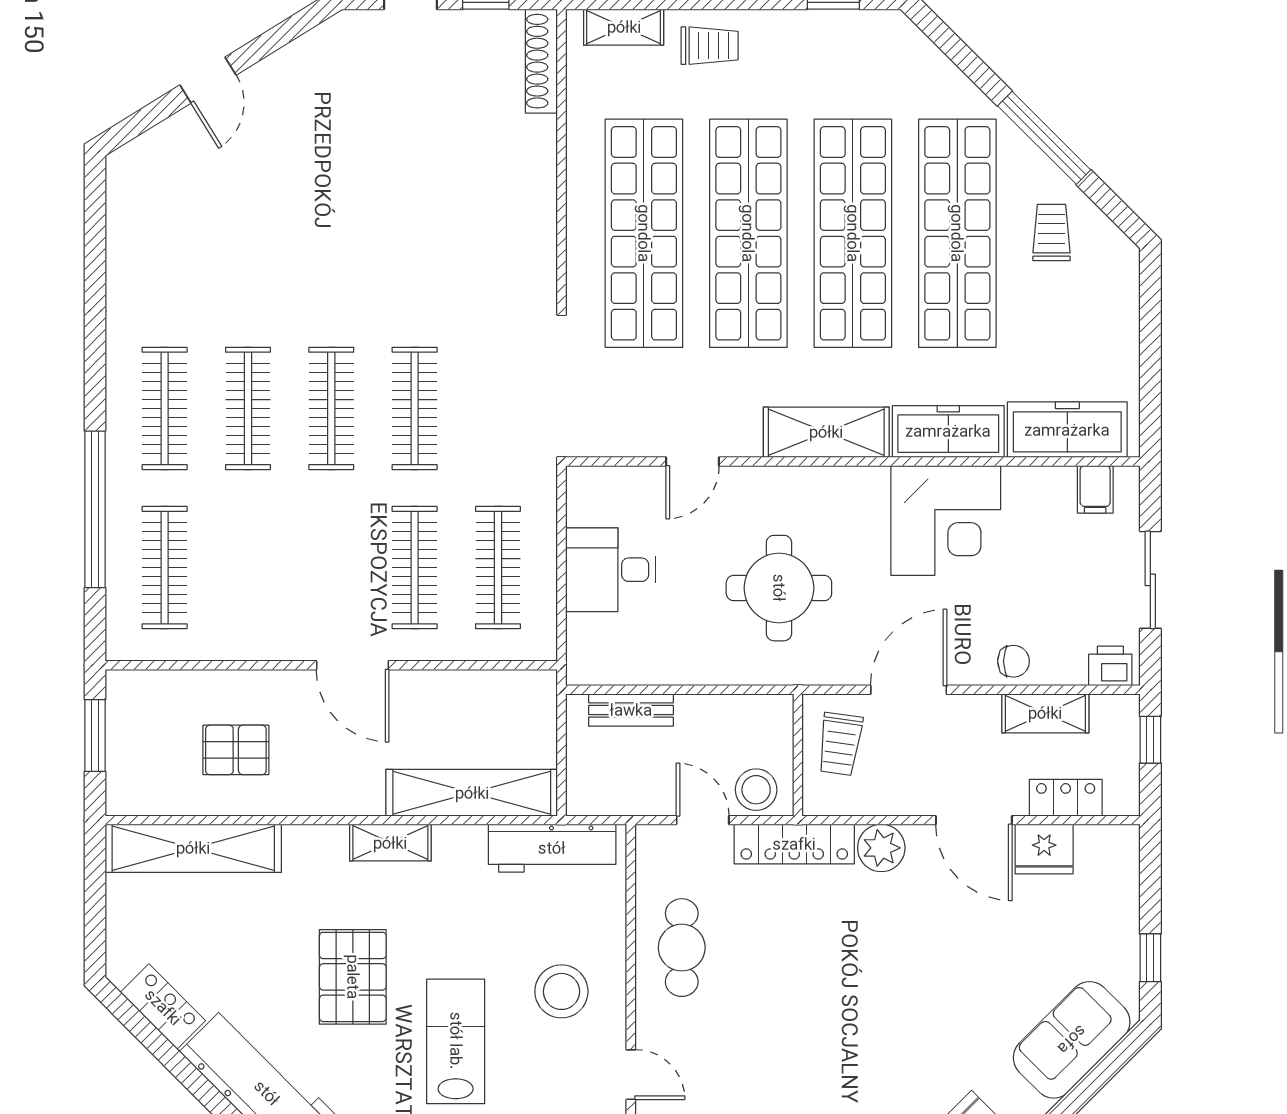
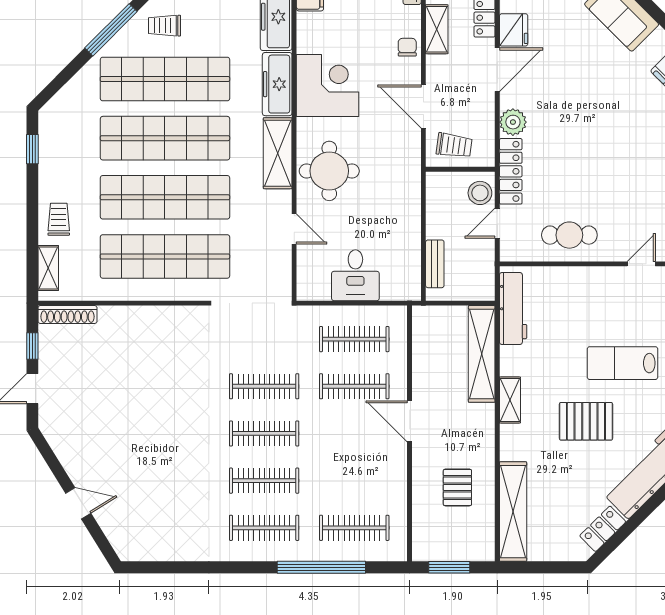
round table: (779, 588) -> (329, 171), moved
door: (353, 665) -> (410, 421), swing flipped
stool: (561, 991) -> (594, 303), removed

